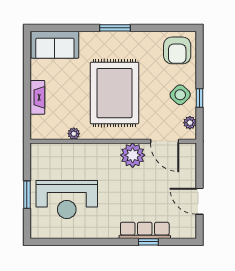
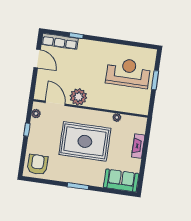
rug: (114, 93) -> (85, 141), turned 90
side table: (180, 95) -> (40, 134), removed
row of seats: (145, 230) -> (60, 41), moved

